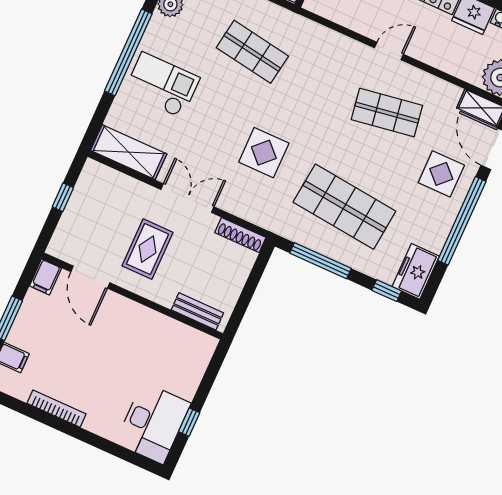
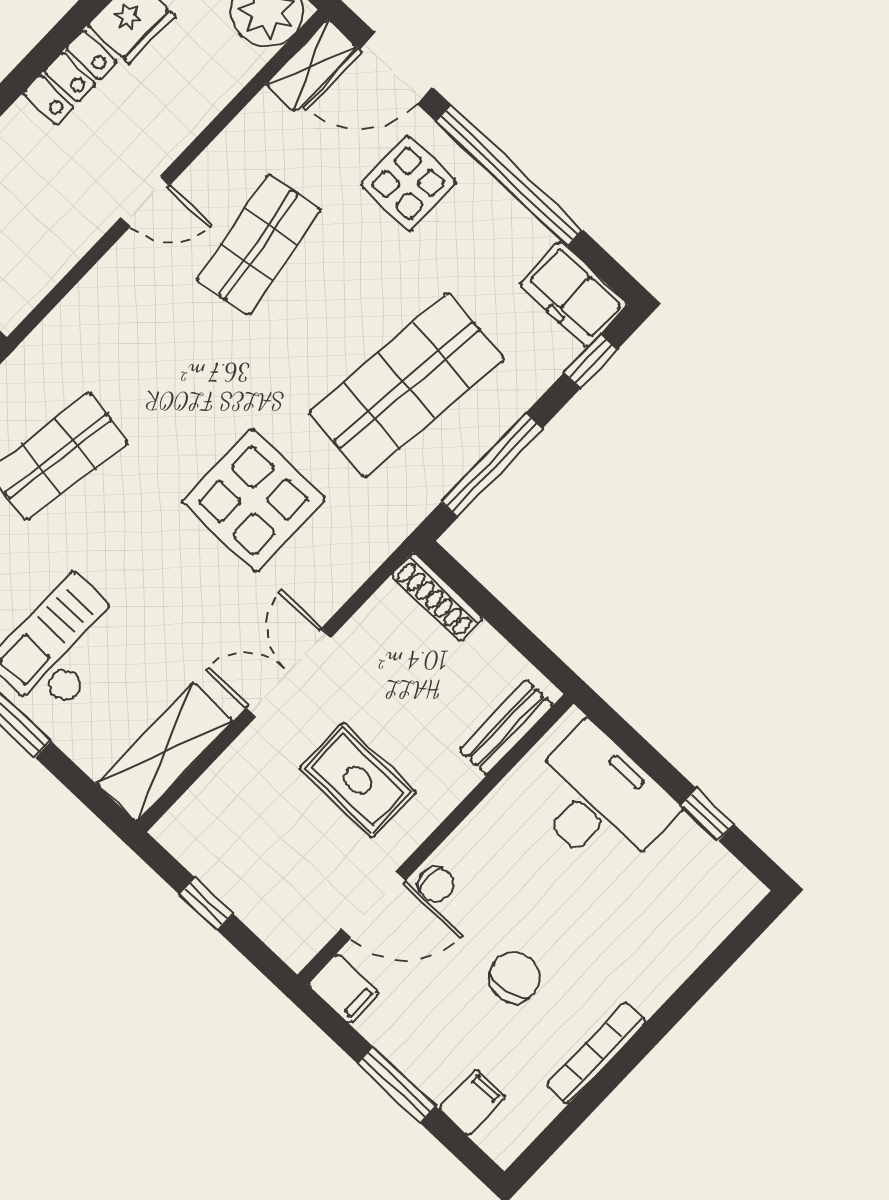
door: (389, 51) -> (145, 201), swing flipped
display table: (264, 153) -> (253, 500), width x1.36, depth x1.36
shoe rack: (240, 235) -> (437, 597), moved, turned 90
chair: (111, 304) -> (436, 884), added
chair: (79, 357) -> (514, 977), added
desk: (153, 423) -> (599, 801), moved

